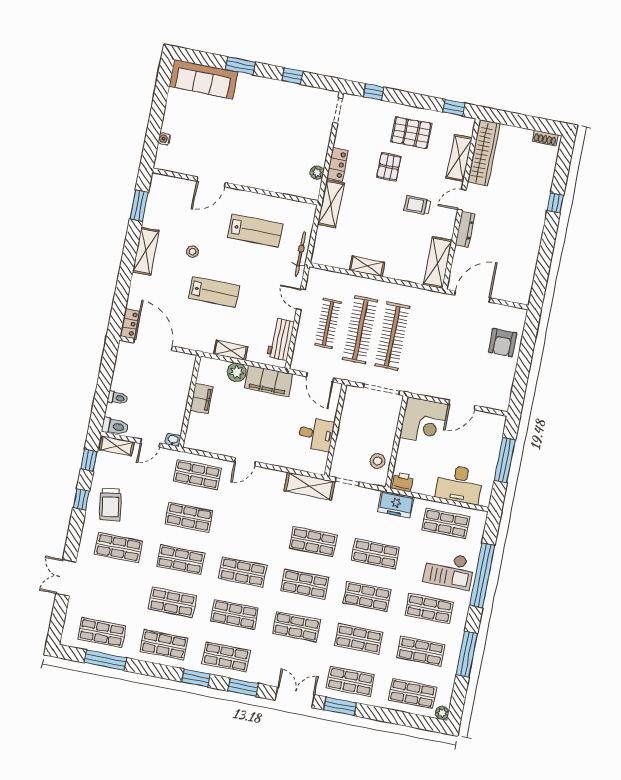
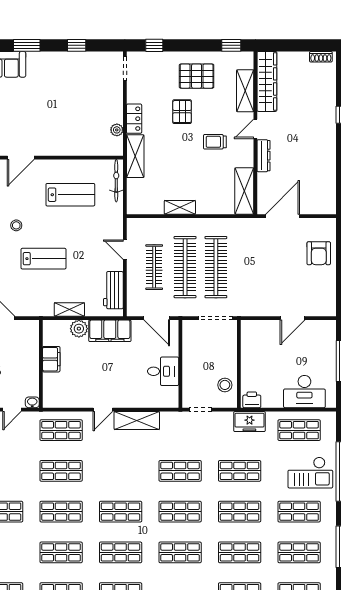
bicycle: (300, 254) -> (116, 181), moved
corner desk: (424, 421) -> (260, 339), removed
shelving: (309, 486) -> (137, 420), moved

